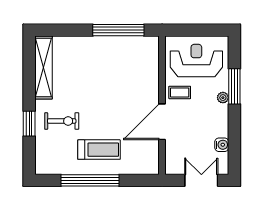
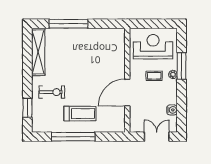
window: (118, 30) -> (68, 24), moved
coffee table: (180, 92) -> (154, 76), moved
window: (29, 124) -> (27, 108), moved

